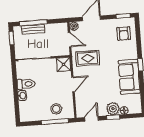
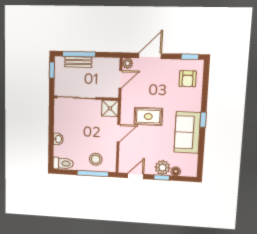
door: (70, 40) -> (120, 79), hinge flipped
rug: (88, 58) -> (148, 116), moved
toilet: (26, 84) -> (63, 163), moved

